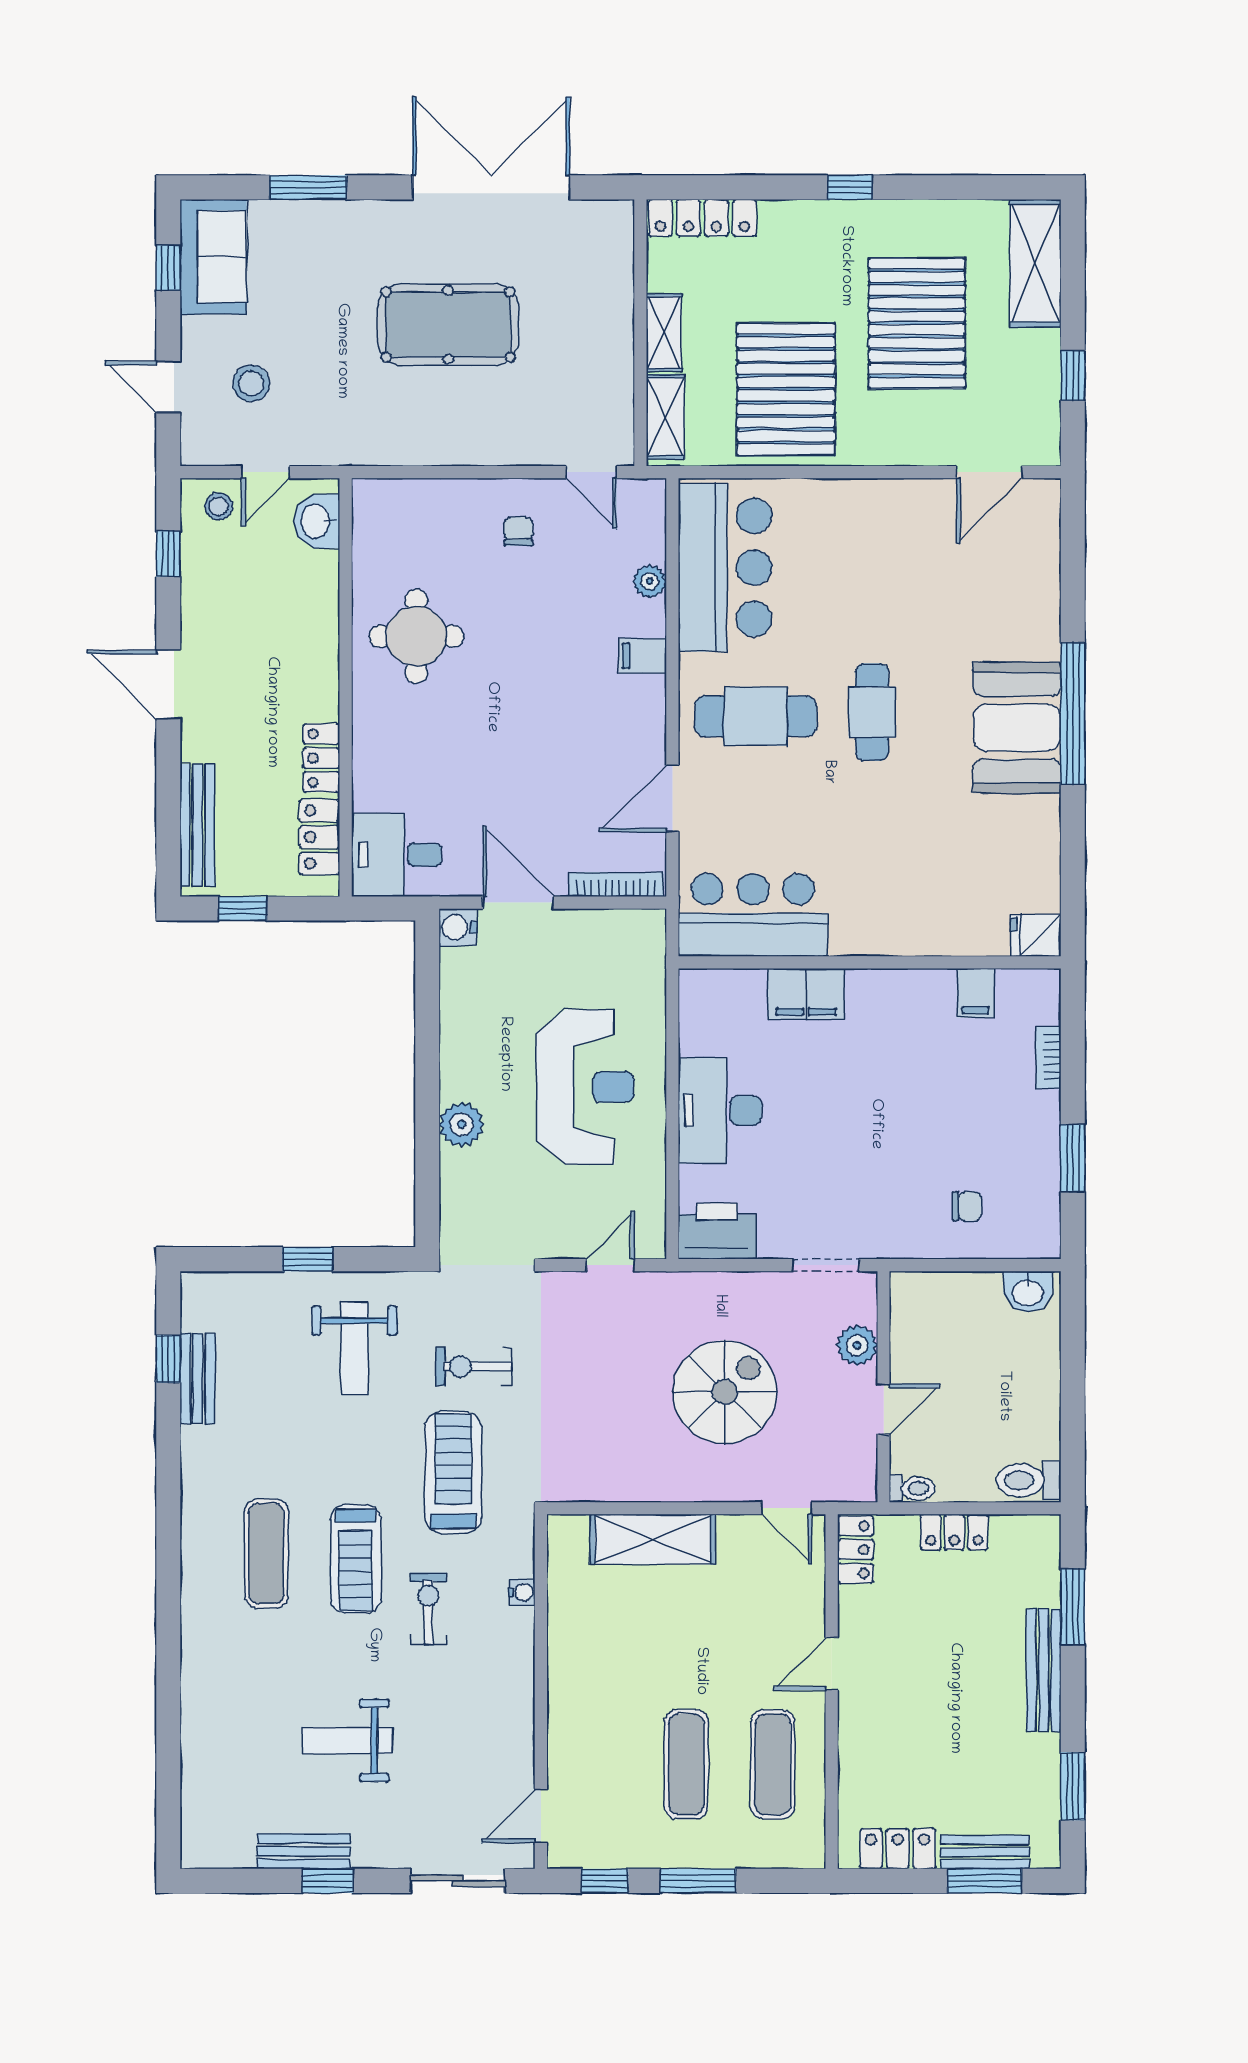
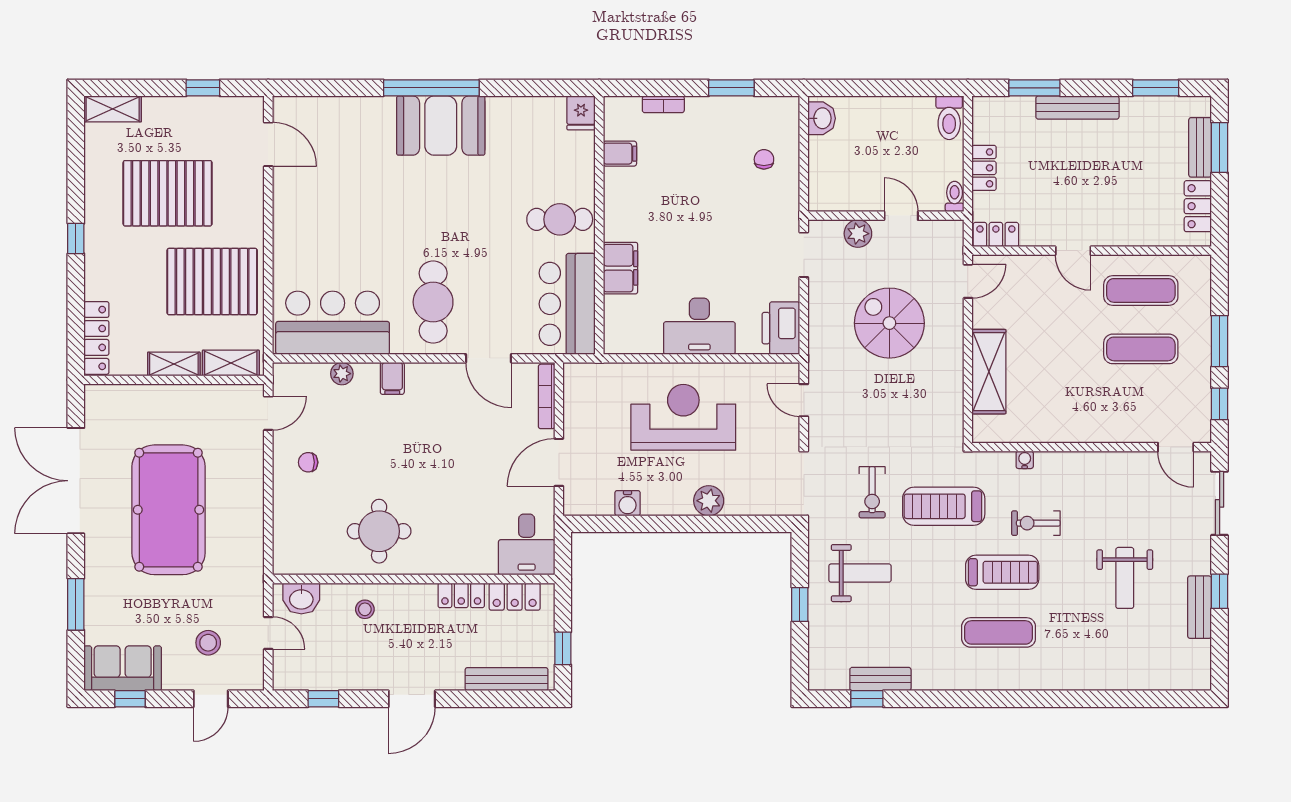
shelving: (1035, 263) -> (113, 109), width x0.67, depth x0.75
pool table: (448, 325) -> (169, 510), width x1.36, depth x1.32
stool: (219, 506) -> (365, 609), moved
cafe table: (872, 712) -> (560, 219), moved
water cooler: (458, 927) -> (628, 503), moved

